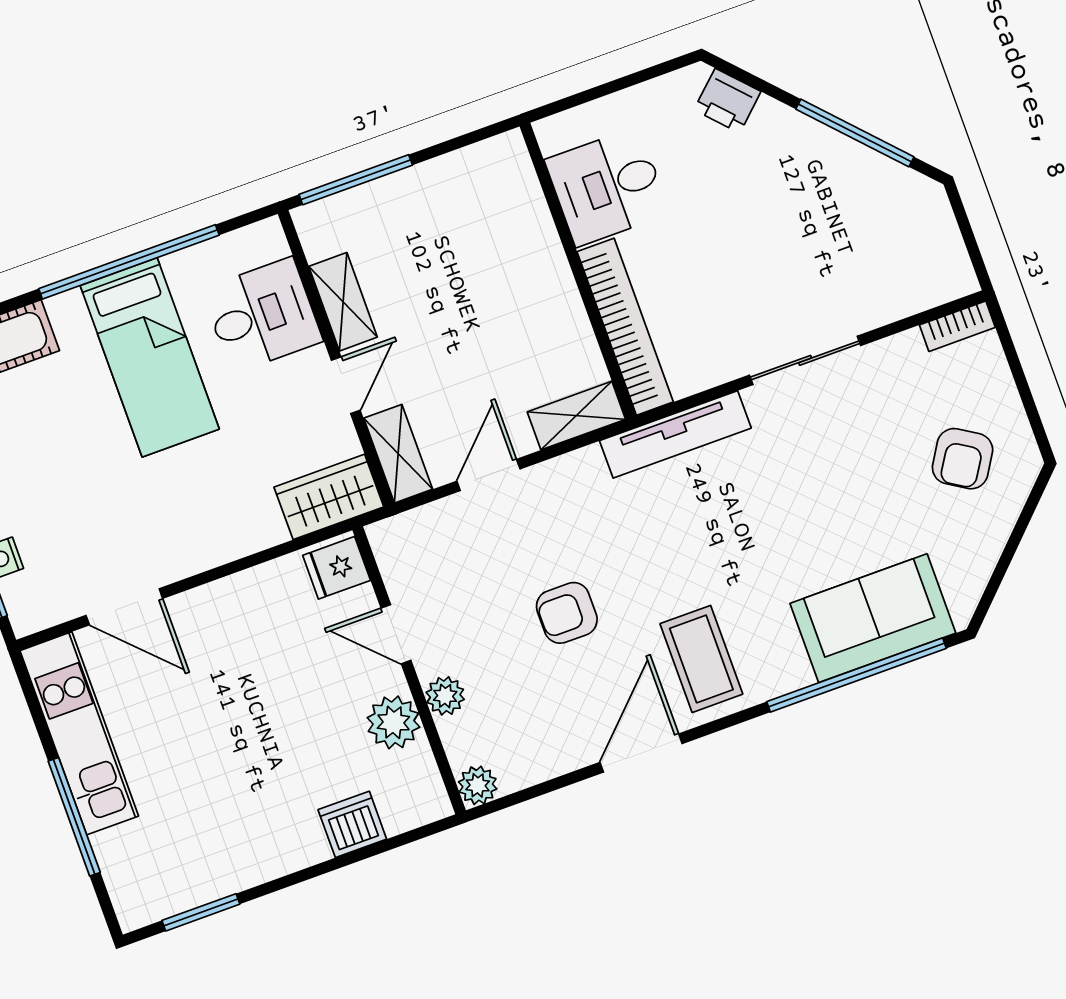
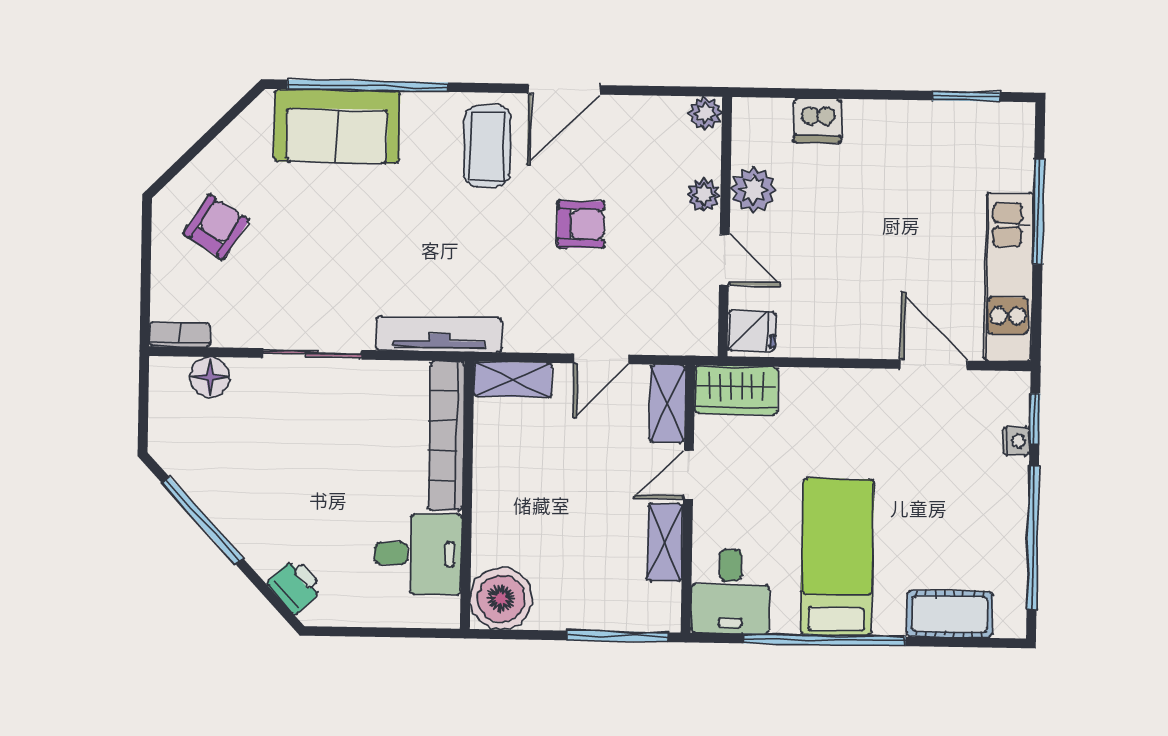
boiler: (498, 173) -> (501, 599), added
floor lamp: (907, 293) -> (210, 377), added
desk: (262, 315) -> (730, 591), moved, turned -90

